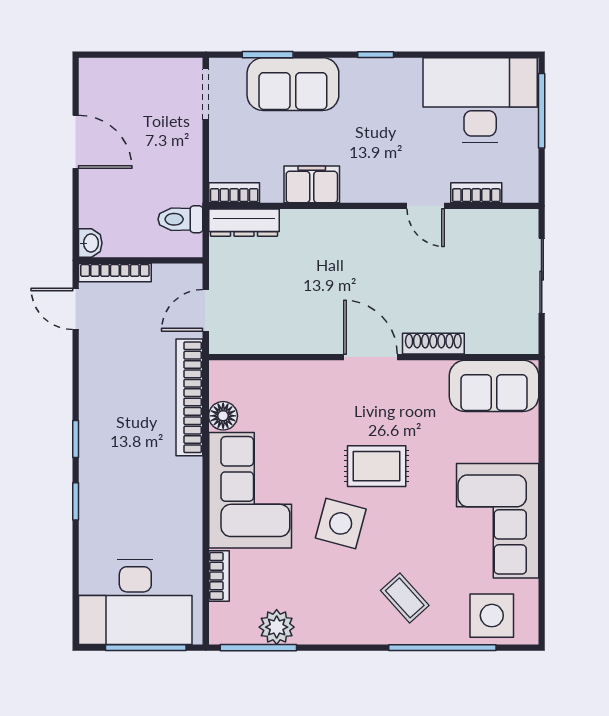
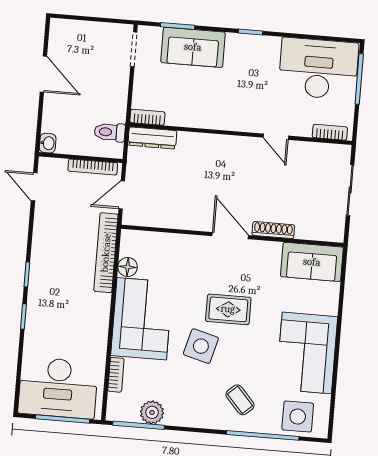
filing cabinet: (312, 184) -> (200, 116), removed
bookcase: (476, 193) -> (330, 132), moved
bookcase: (115, 273) -> (93, 167), moved

